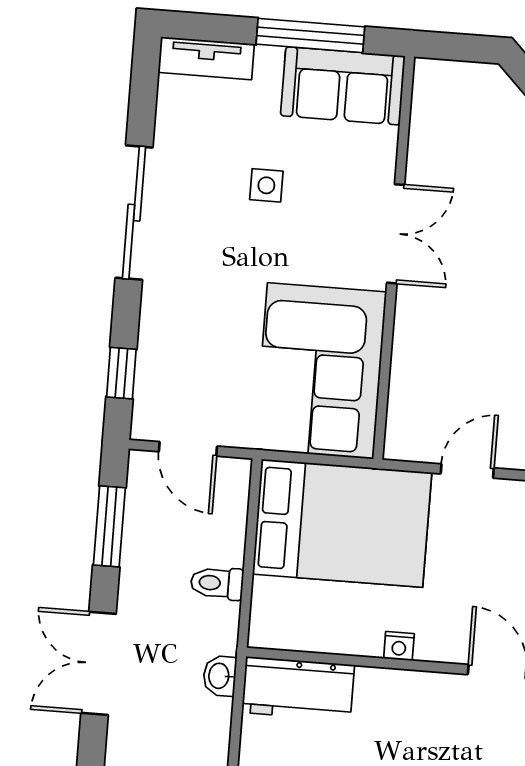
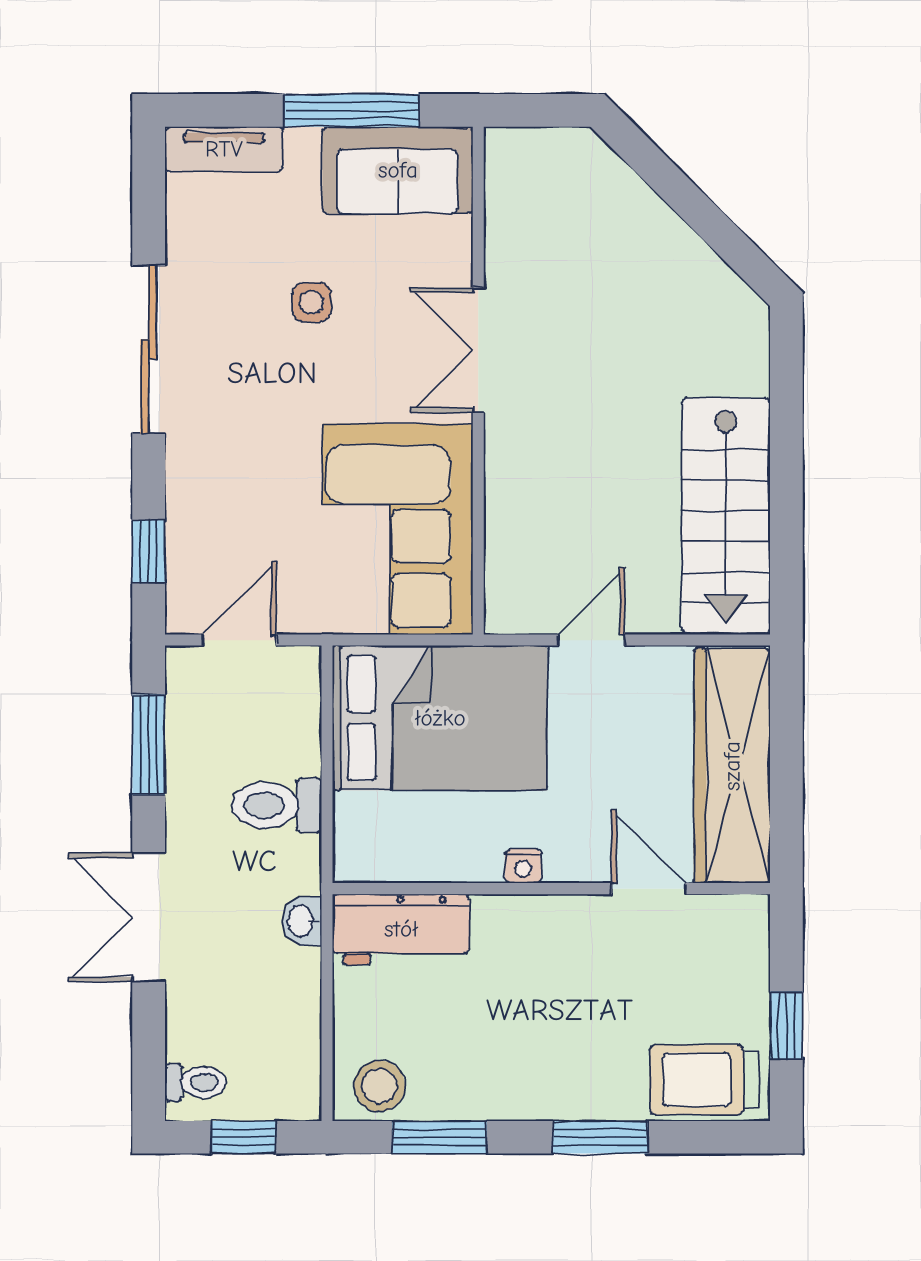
double door: (396, 234) -> (478, 350), swing flipped
door: (188, 449) -> (239, 640), swing flipped
toilet: (217, 583) -> (276, 805), width x1.37, depth x1.39

